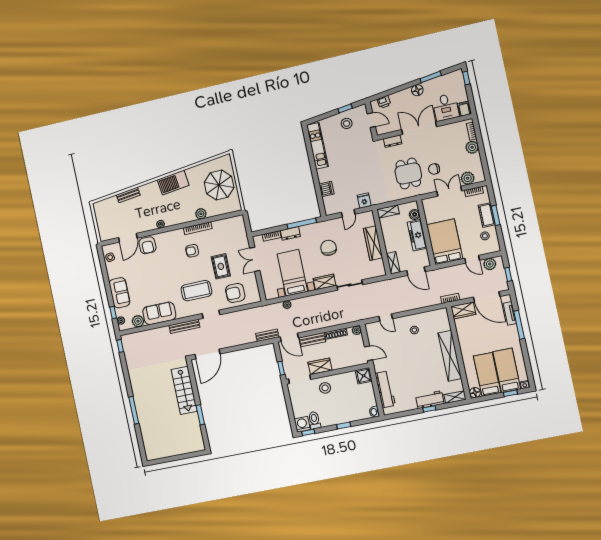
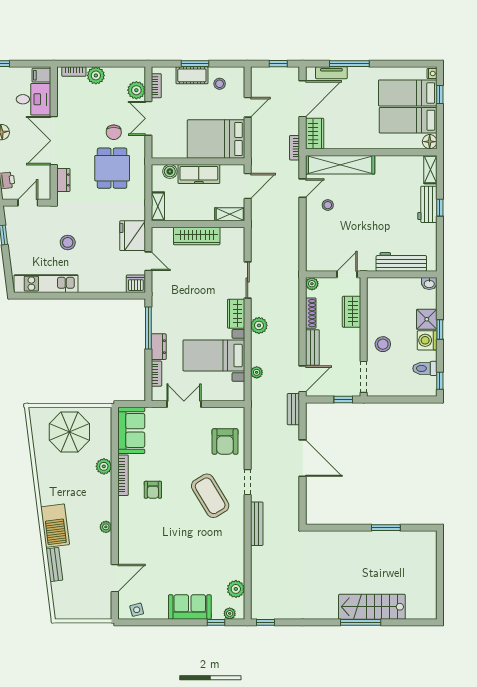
stool: (347, 123) -> (68, 242), moved
dining table: (408, 174) -> (112, 168), turned 90
barbecue: (173, 183) -> (55, 526), moved
dishwasher: (326, 189) -> (136, 284), moved
fridge: (364, 201) -> (133, 236), width x1.88, depth x1.34
door: (128, 238) -> (115, 578), hinge flipped
armchair: (147, 245) -> (131, 552), removed
chair: (329, 248) -> (190, 298), removed
double door: (255, 259) -> (184, 404), swing flipped
plant: (490, 264) -> (259, 325), moved
rug: (221, 266) -> (183, 454), removed
coffee table: (196, 291) -> (210, 496), turned -31
sofa: (159, 313) -> (131, 430), moved, turned 180
door: (386, 317) -> (303, 188), moved
door: (207, 354) -> (303, 458), moved
shelving: (450, 356) -> (340, 165), moved
wardrobe: (320, 366) -> (351, 312), moved
shower: (364, 376) -> (427, 319), moved
stairs: (184, 390) -> (372, 607), moved, turned 180
washing machine: (302, 424) -> (427, 340), moved

